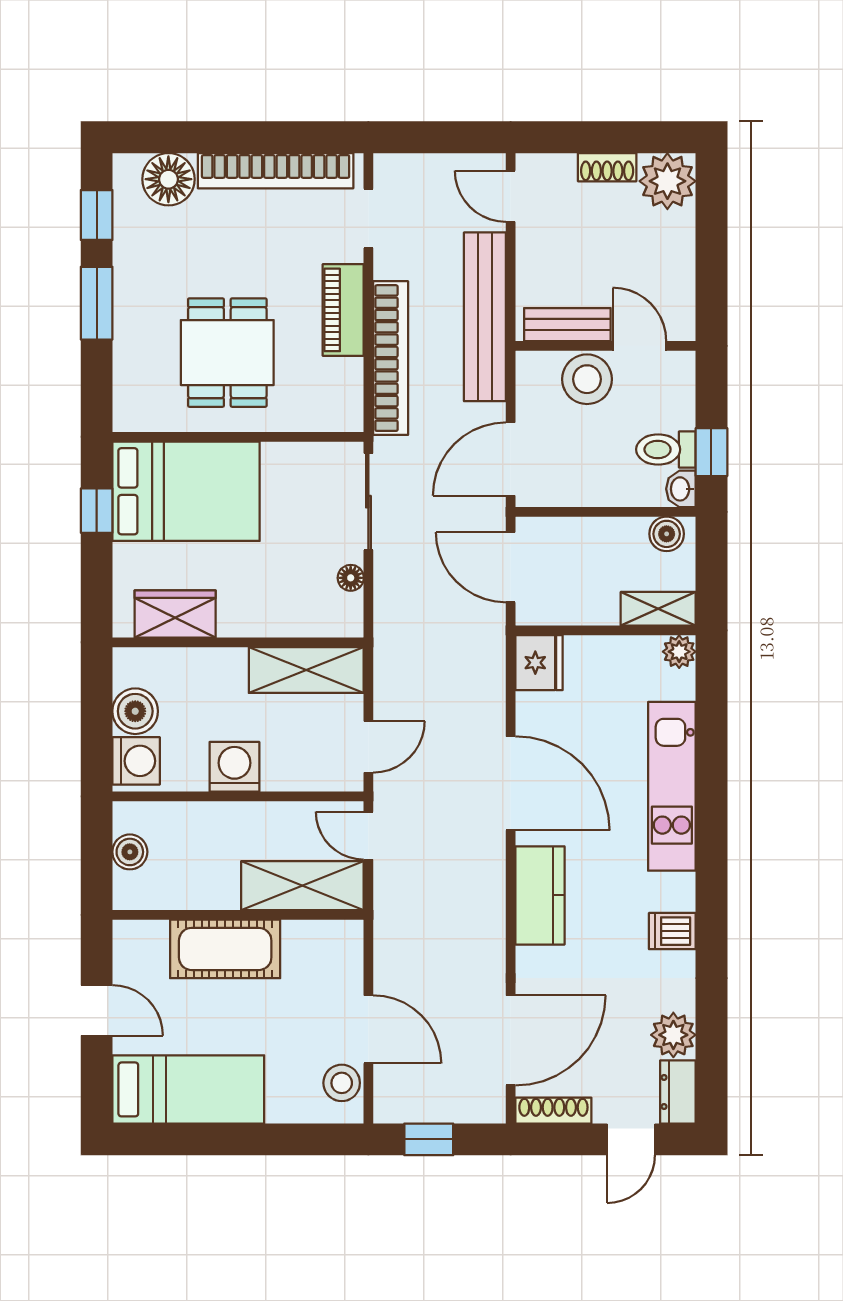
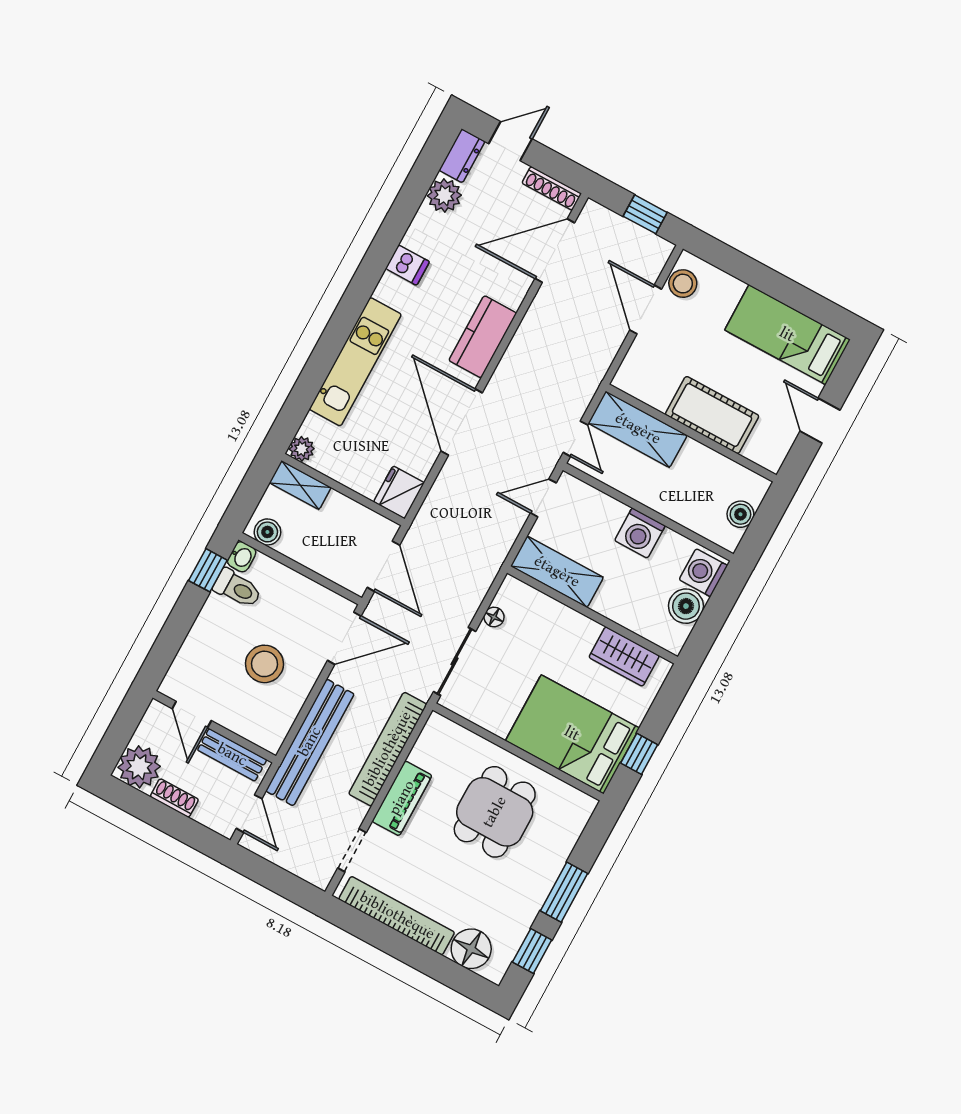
bench: (567, 325) -> (232, 755), moved
wall: (606, 346) -> (214, 727), moved
door: (639, 346) -> (192, 715), moved

